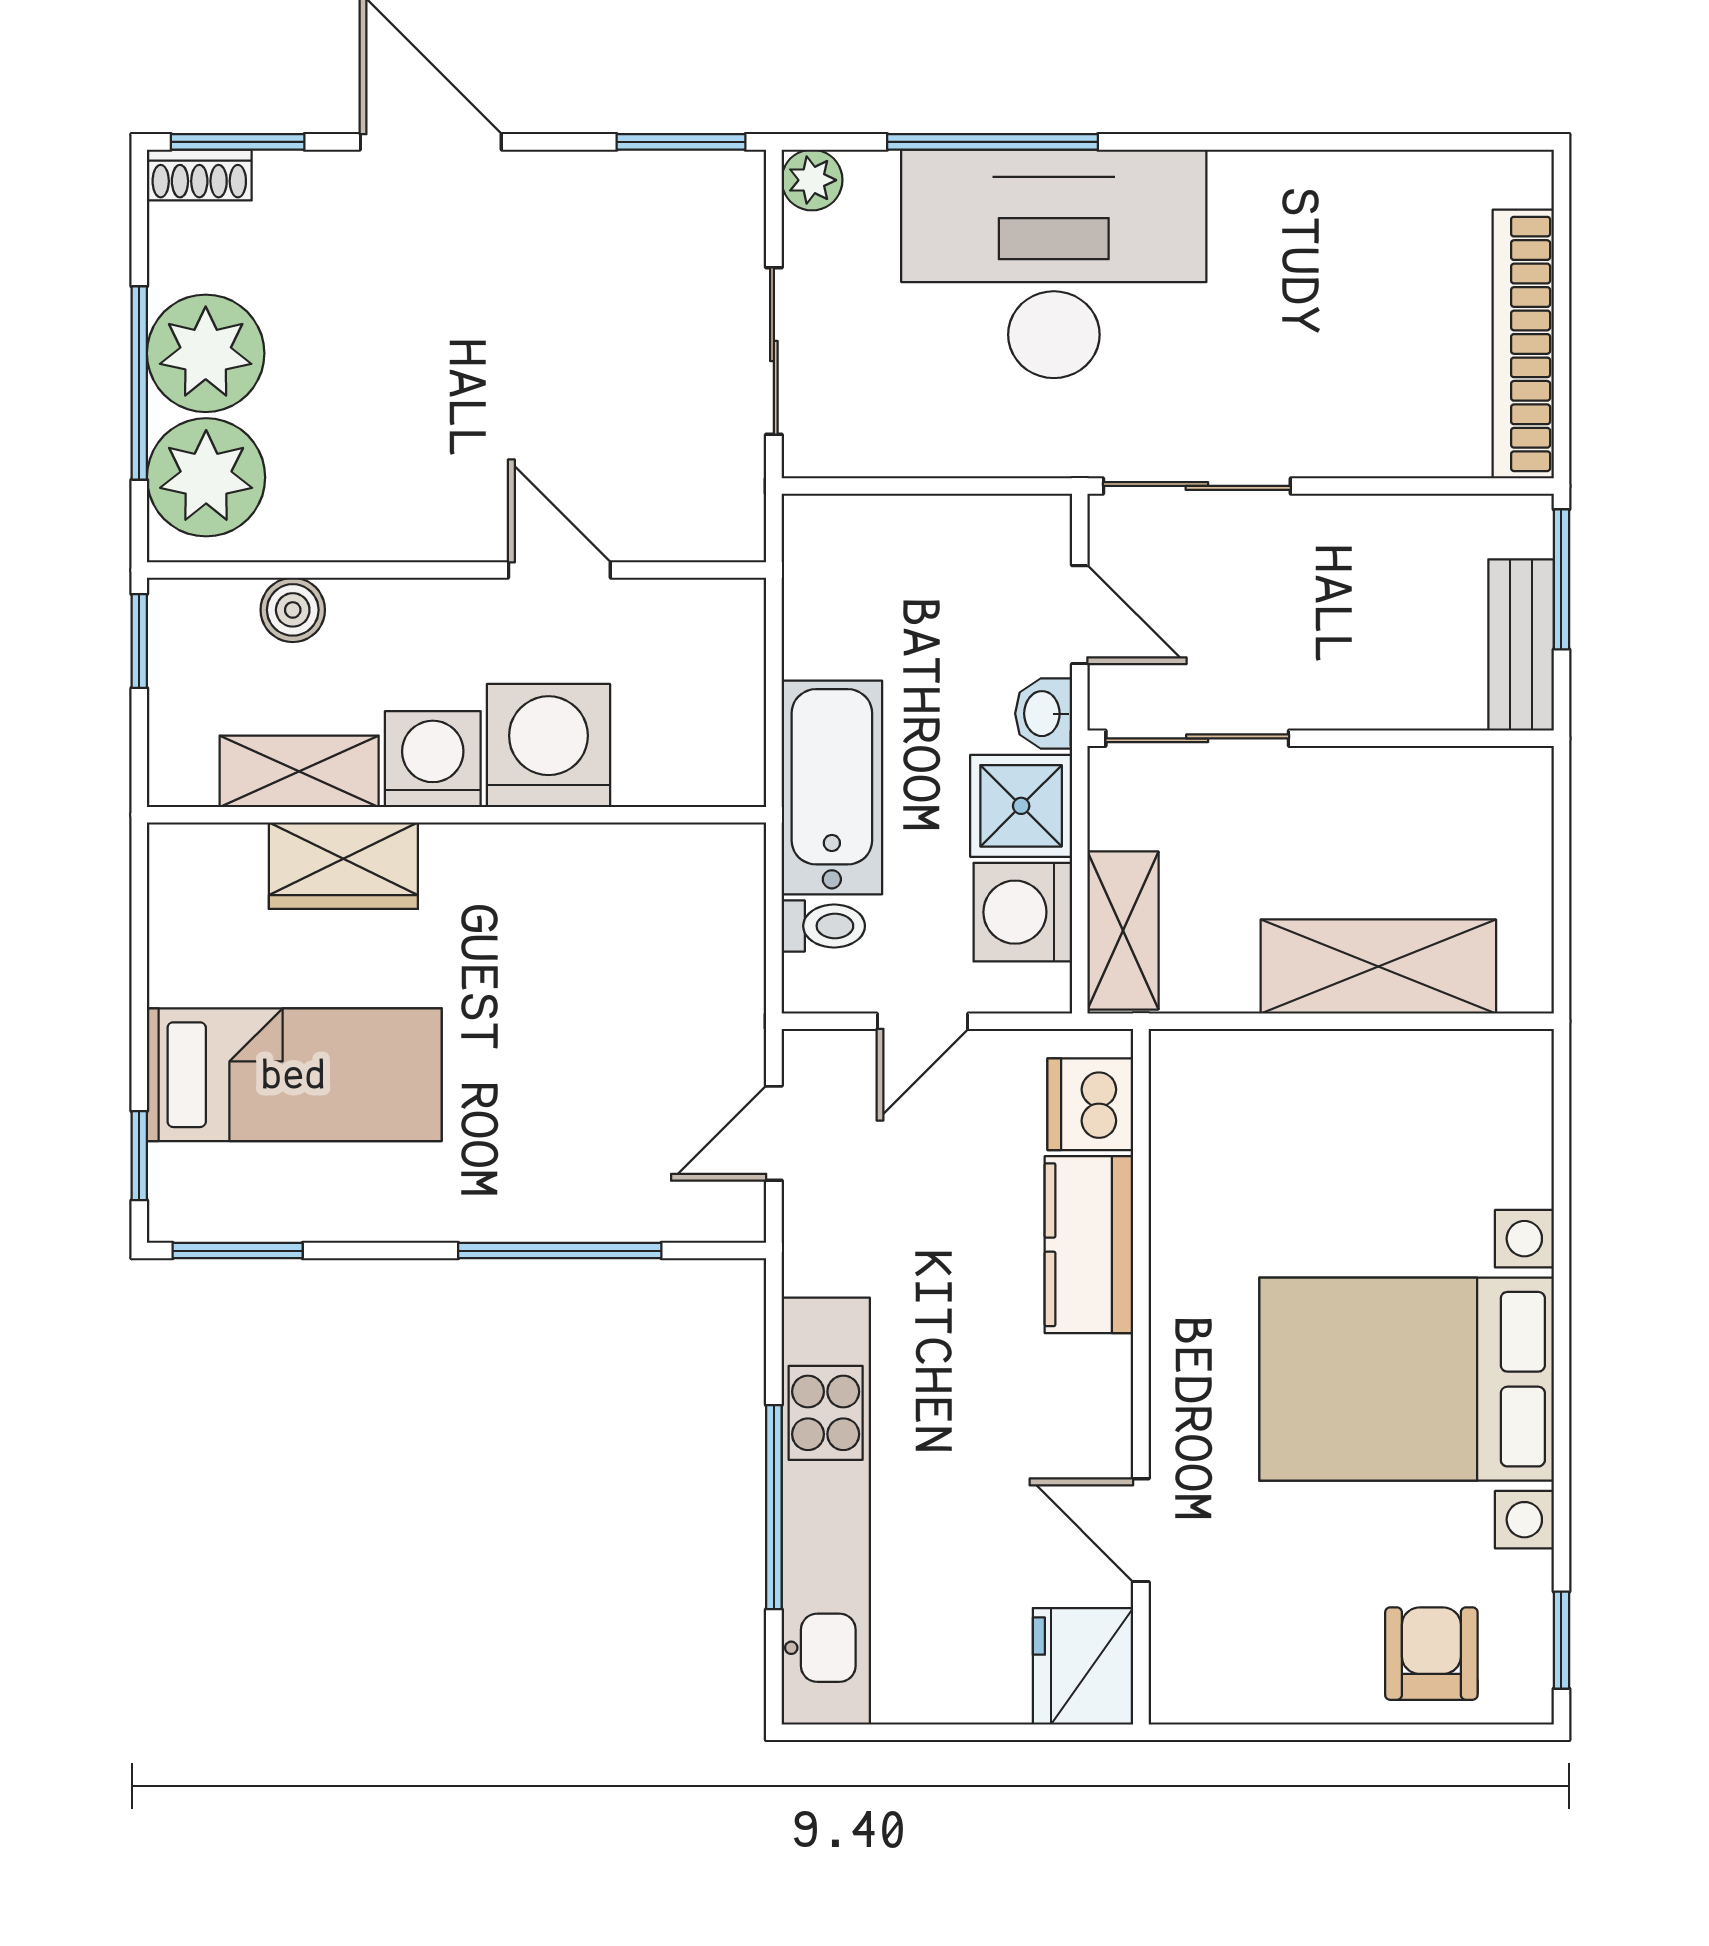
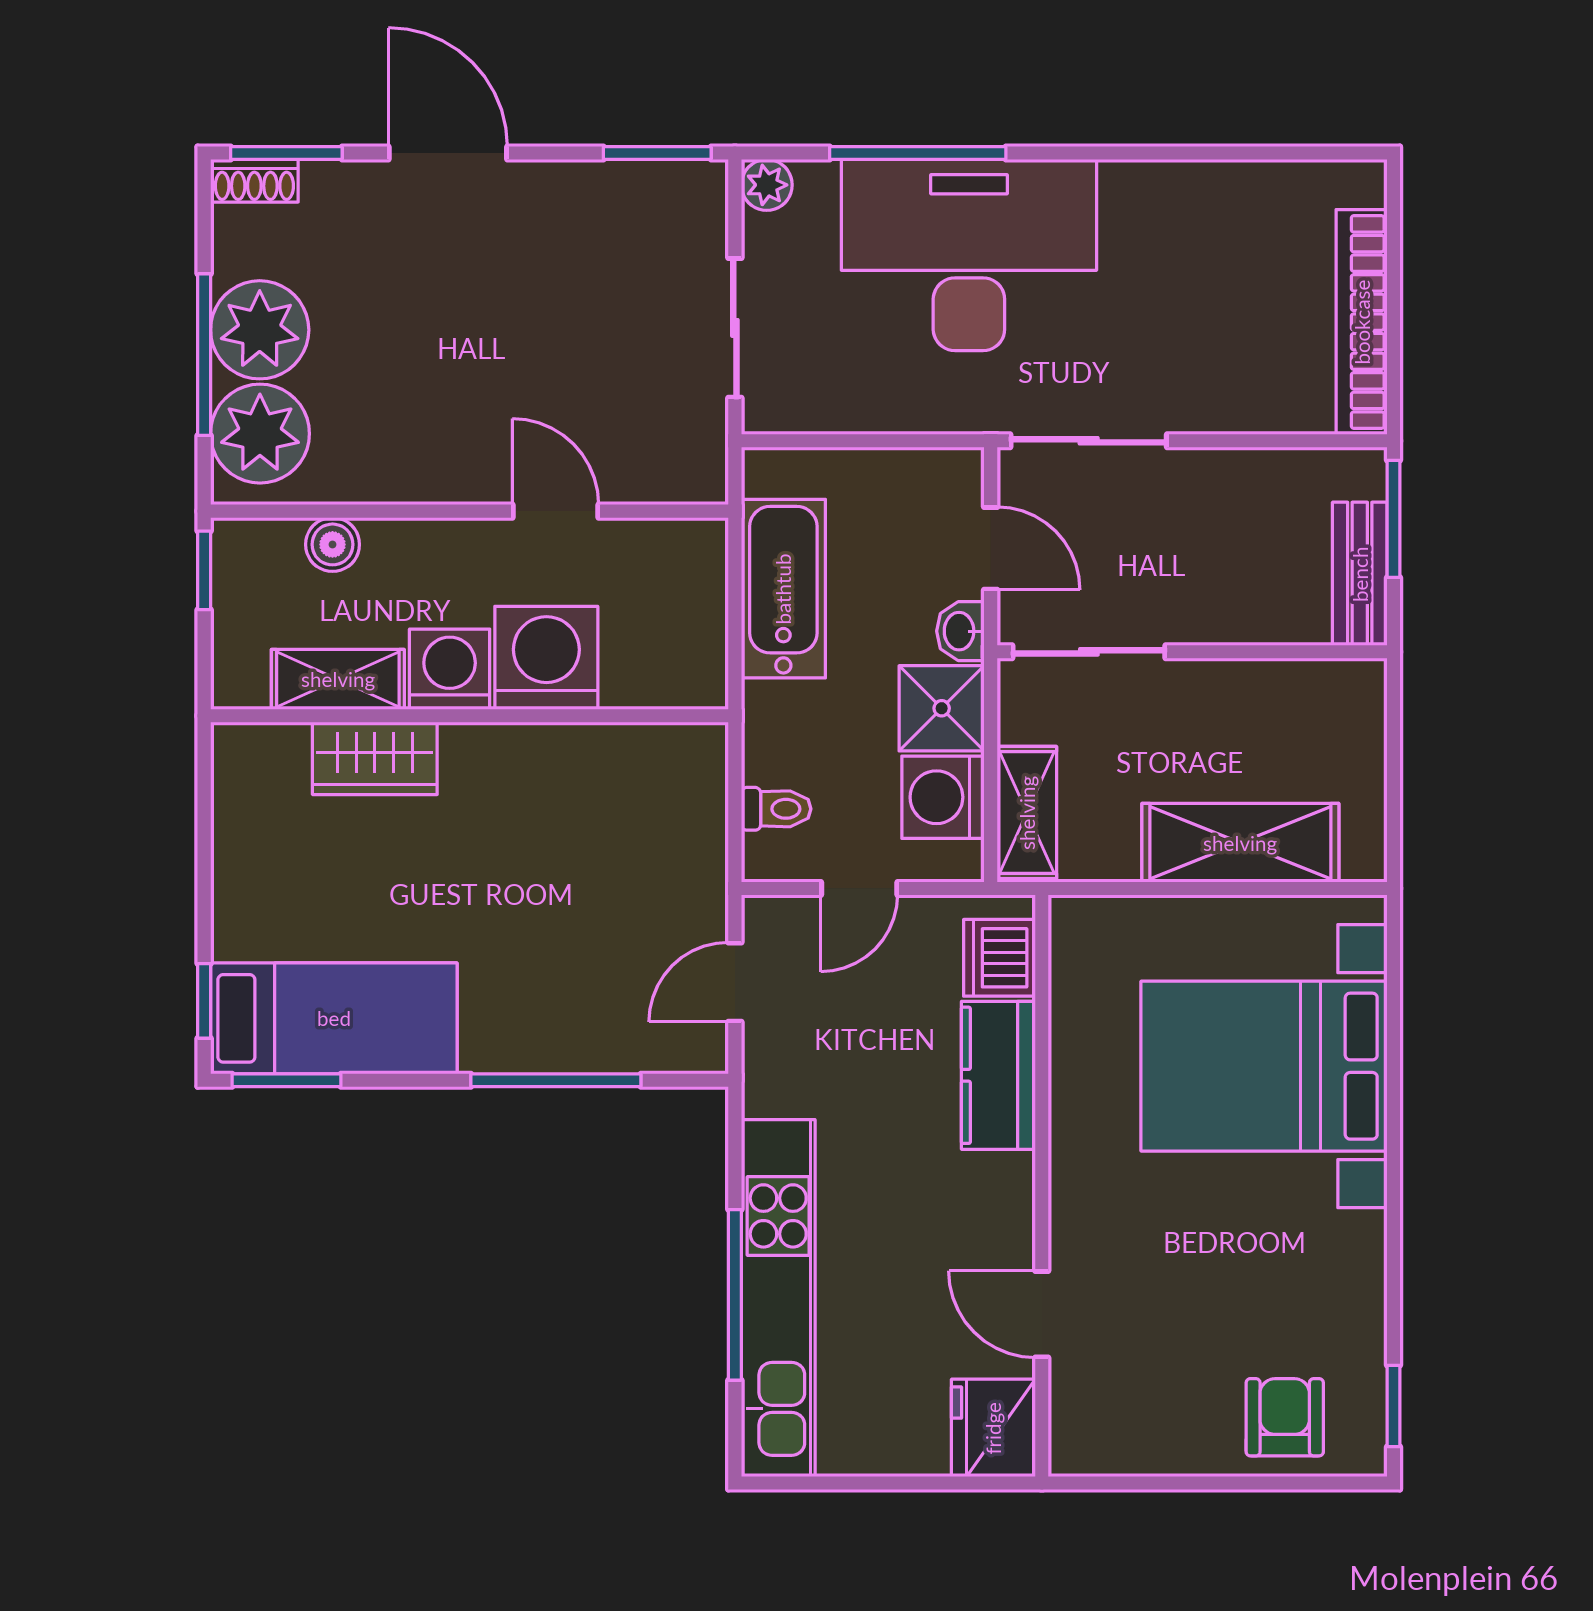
bathtub: (832, 787) -> (783, 589), moved
bed: (294, 1075) -> (334, 1018), moved
bed with nightstands: (1407, 1379) -> (1264, 1066), moved

